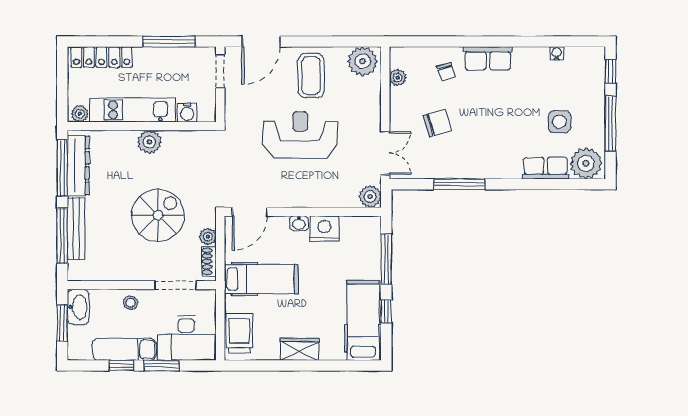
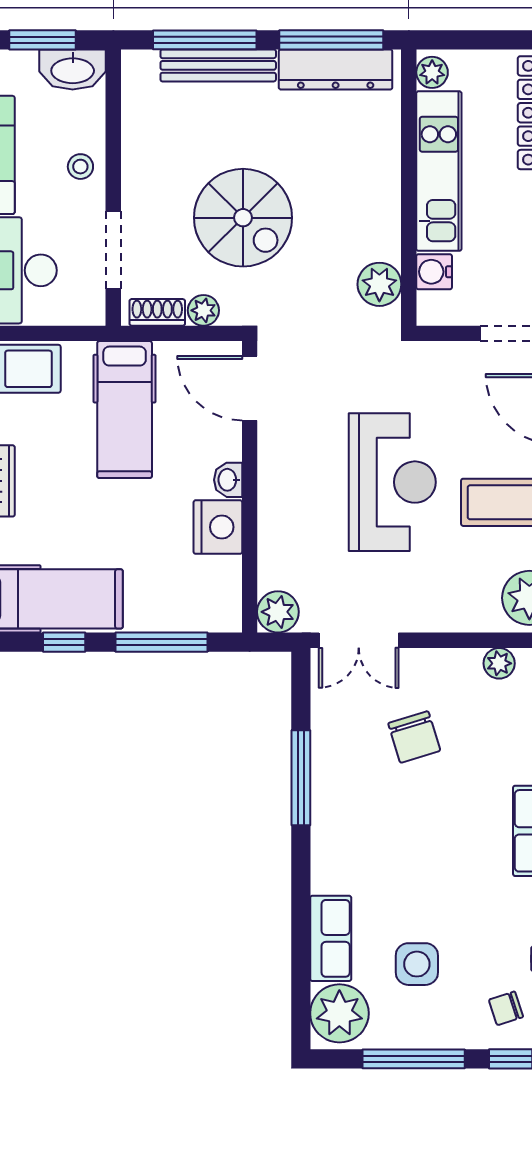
chair: (446, 72) -> (506, 1008), moved
plant: (149, 142) -> (379, 284), moved

